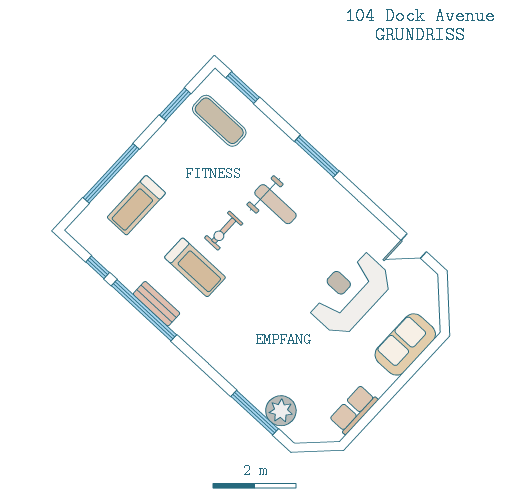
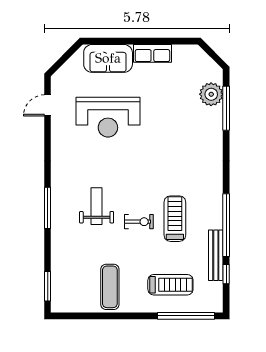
window: (175, 104) -> (93, 316), removed
exercise mat: (219, 121) -> (110, 287), moved
window: (111, 173) -> (186, 316), moved
door: (414, 246) -> (48, 105), swing flipped
bench: (157, 304) -> (216, 255), moved, width x1.36
row of seats: (354, 410) -> (152, 53), moved

